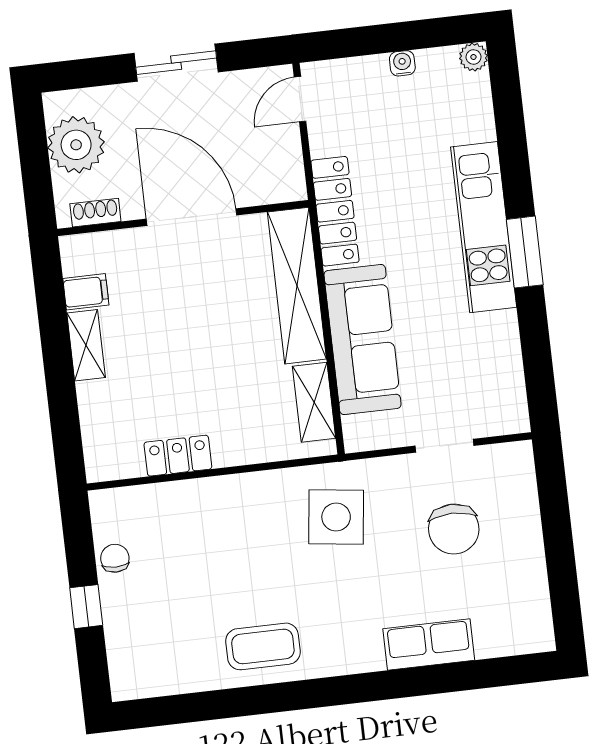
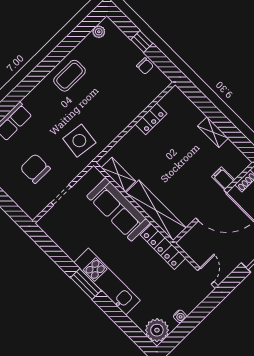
plant: (473, 57) -> (157, 330), width x1.88, depth x1.88
filing cabinet: (86, 292) -> (223, 178), moved, turned 90
plant: (149, 684) -> (99, 32), added

